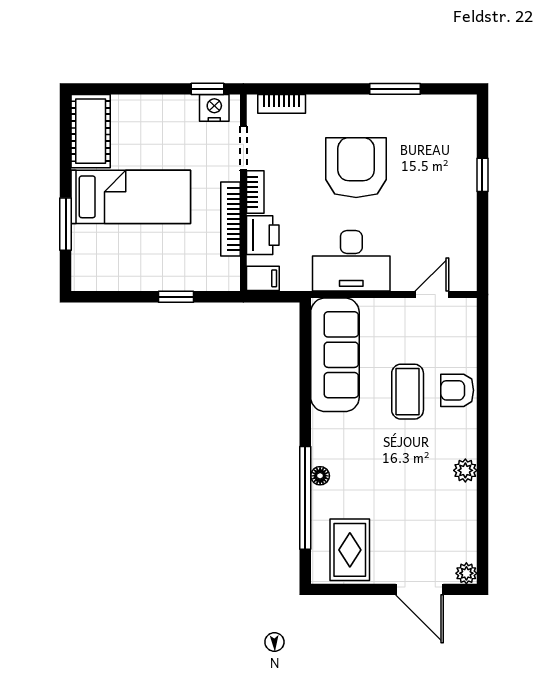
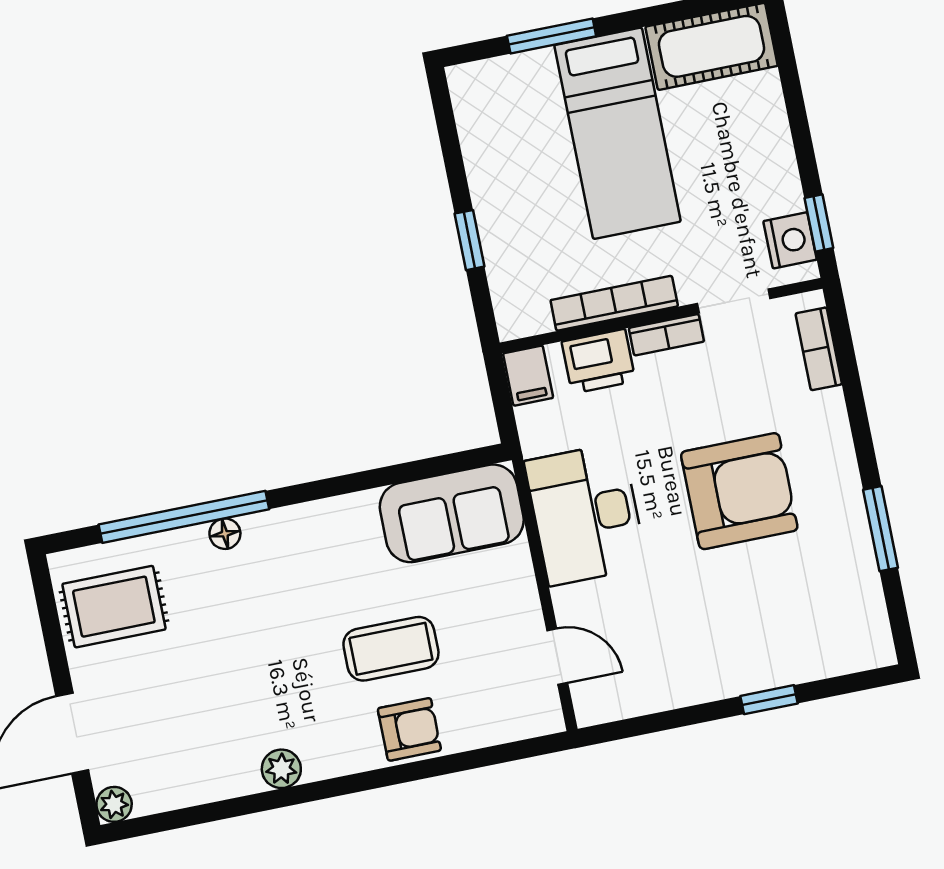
sofa: (335, 355) -> (452, 513), width x0.73
armchair: (457, 390) -> (409, 729), turned 90

